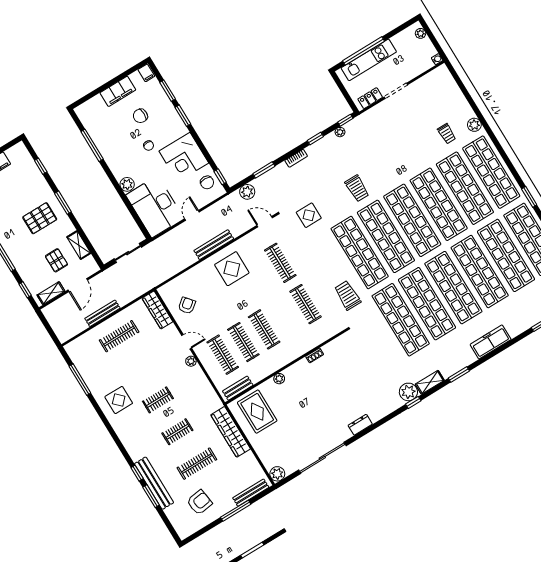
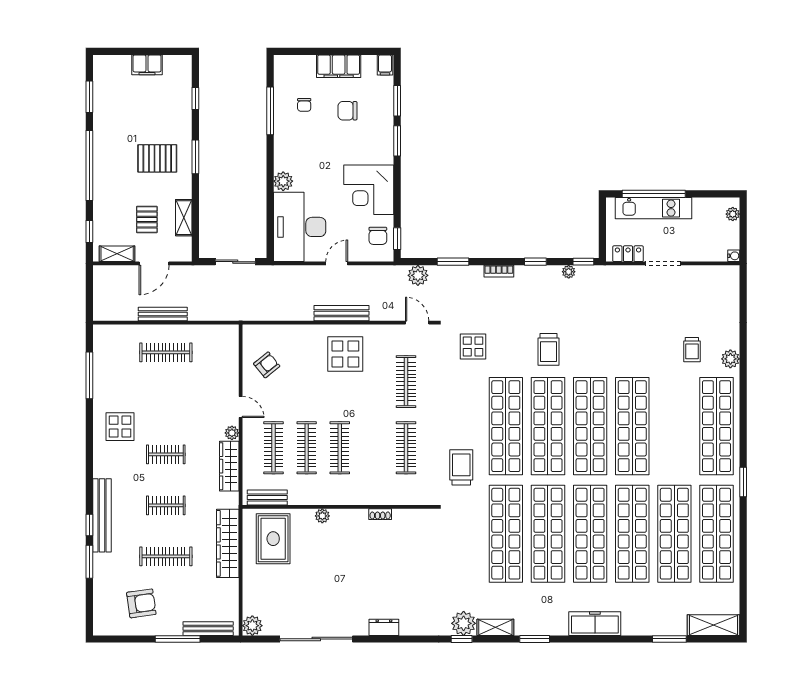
chair: (149, 146) -> (304, 105), moved
shop shelf: (465, 188) -> (674, 426), removed
wardrobe: (157, 310) -> (229, 466), moved
bench: (154, 483) -> (102, 515), moved

